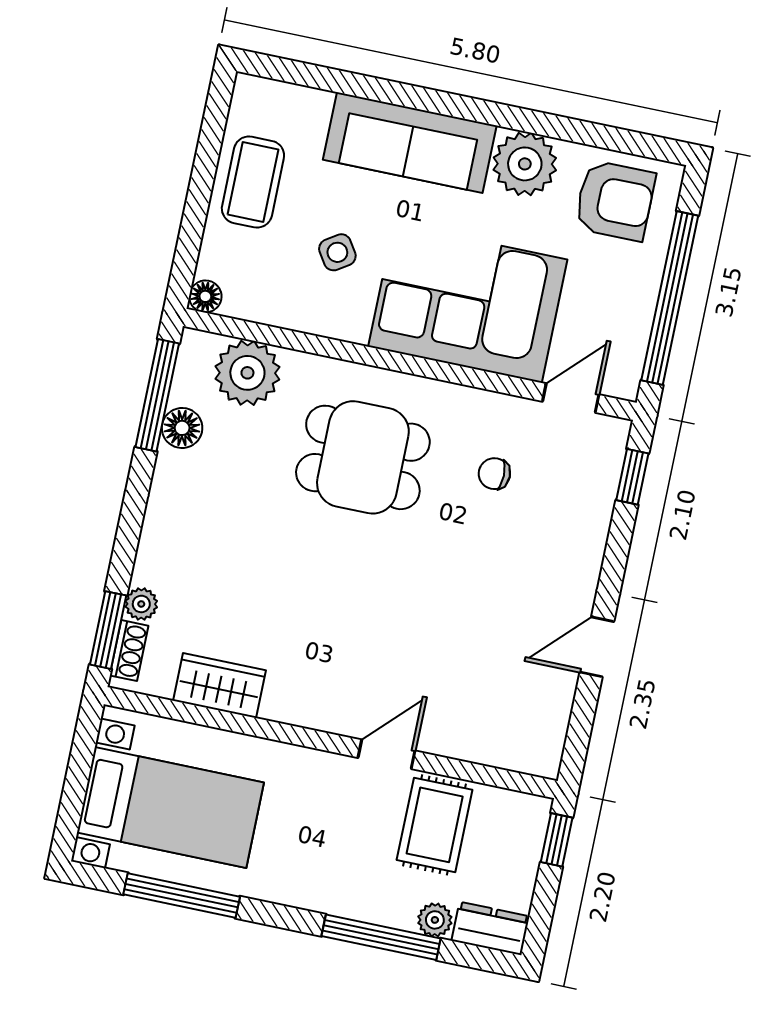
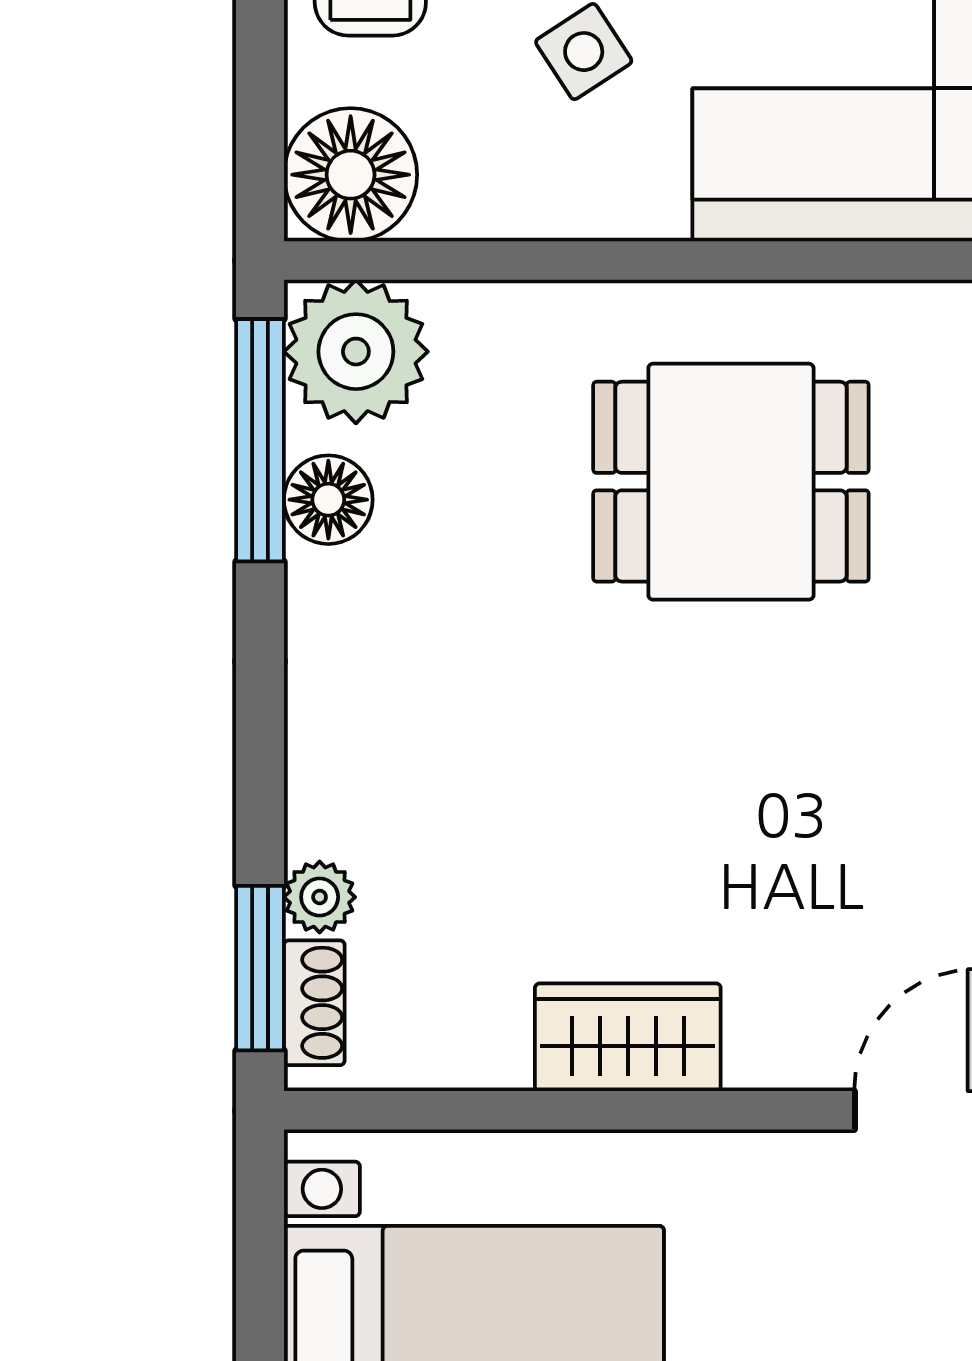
floor lamp: (205, 296) -> (351, 175), width x1.89, depth x1.89
plant: (247, 373) -> (356, 352), moved
wardrobe: (220, 685) -> (628, 1037), moved

